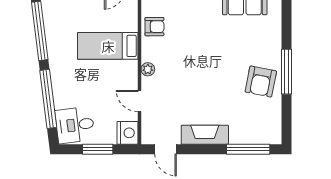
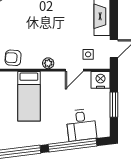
armchair: (154, 27) -> (13, 58), turned -86
side table: (159, 118) -> (88, 54), added
desk: (75, 125) -> (81, 125), moved

